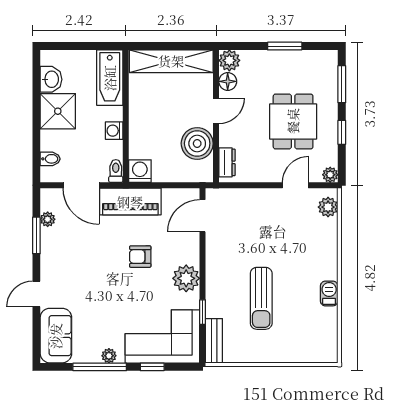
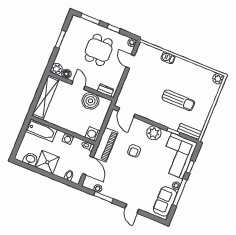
dining table: (293, 121) -> (99, 50), turned 90
door: (81, 185) -> (88, 166), hinge flipped
plant: (328, 207) -> (218, 79), moved
barbecue: (329, 293) -> (168, 58), moved
sofa: (56, 336) -> (165, 201), moved, turned -90

